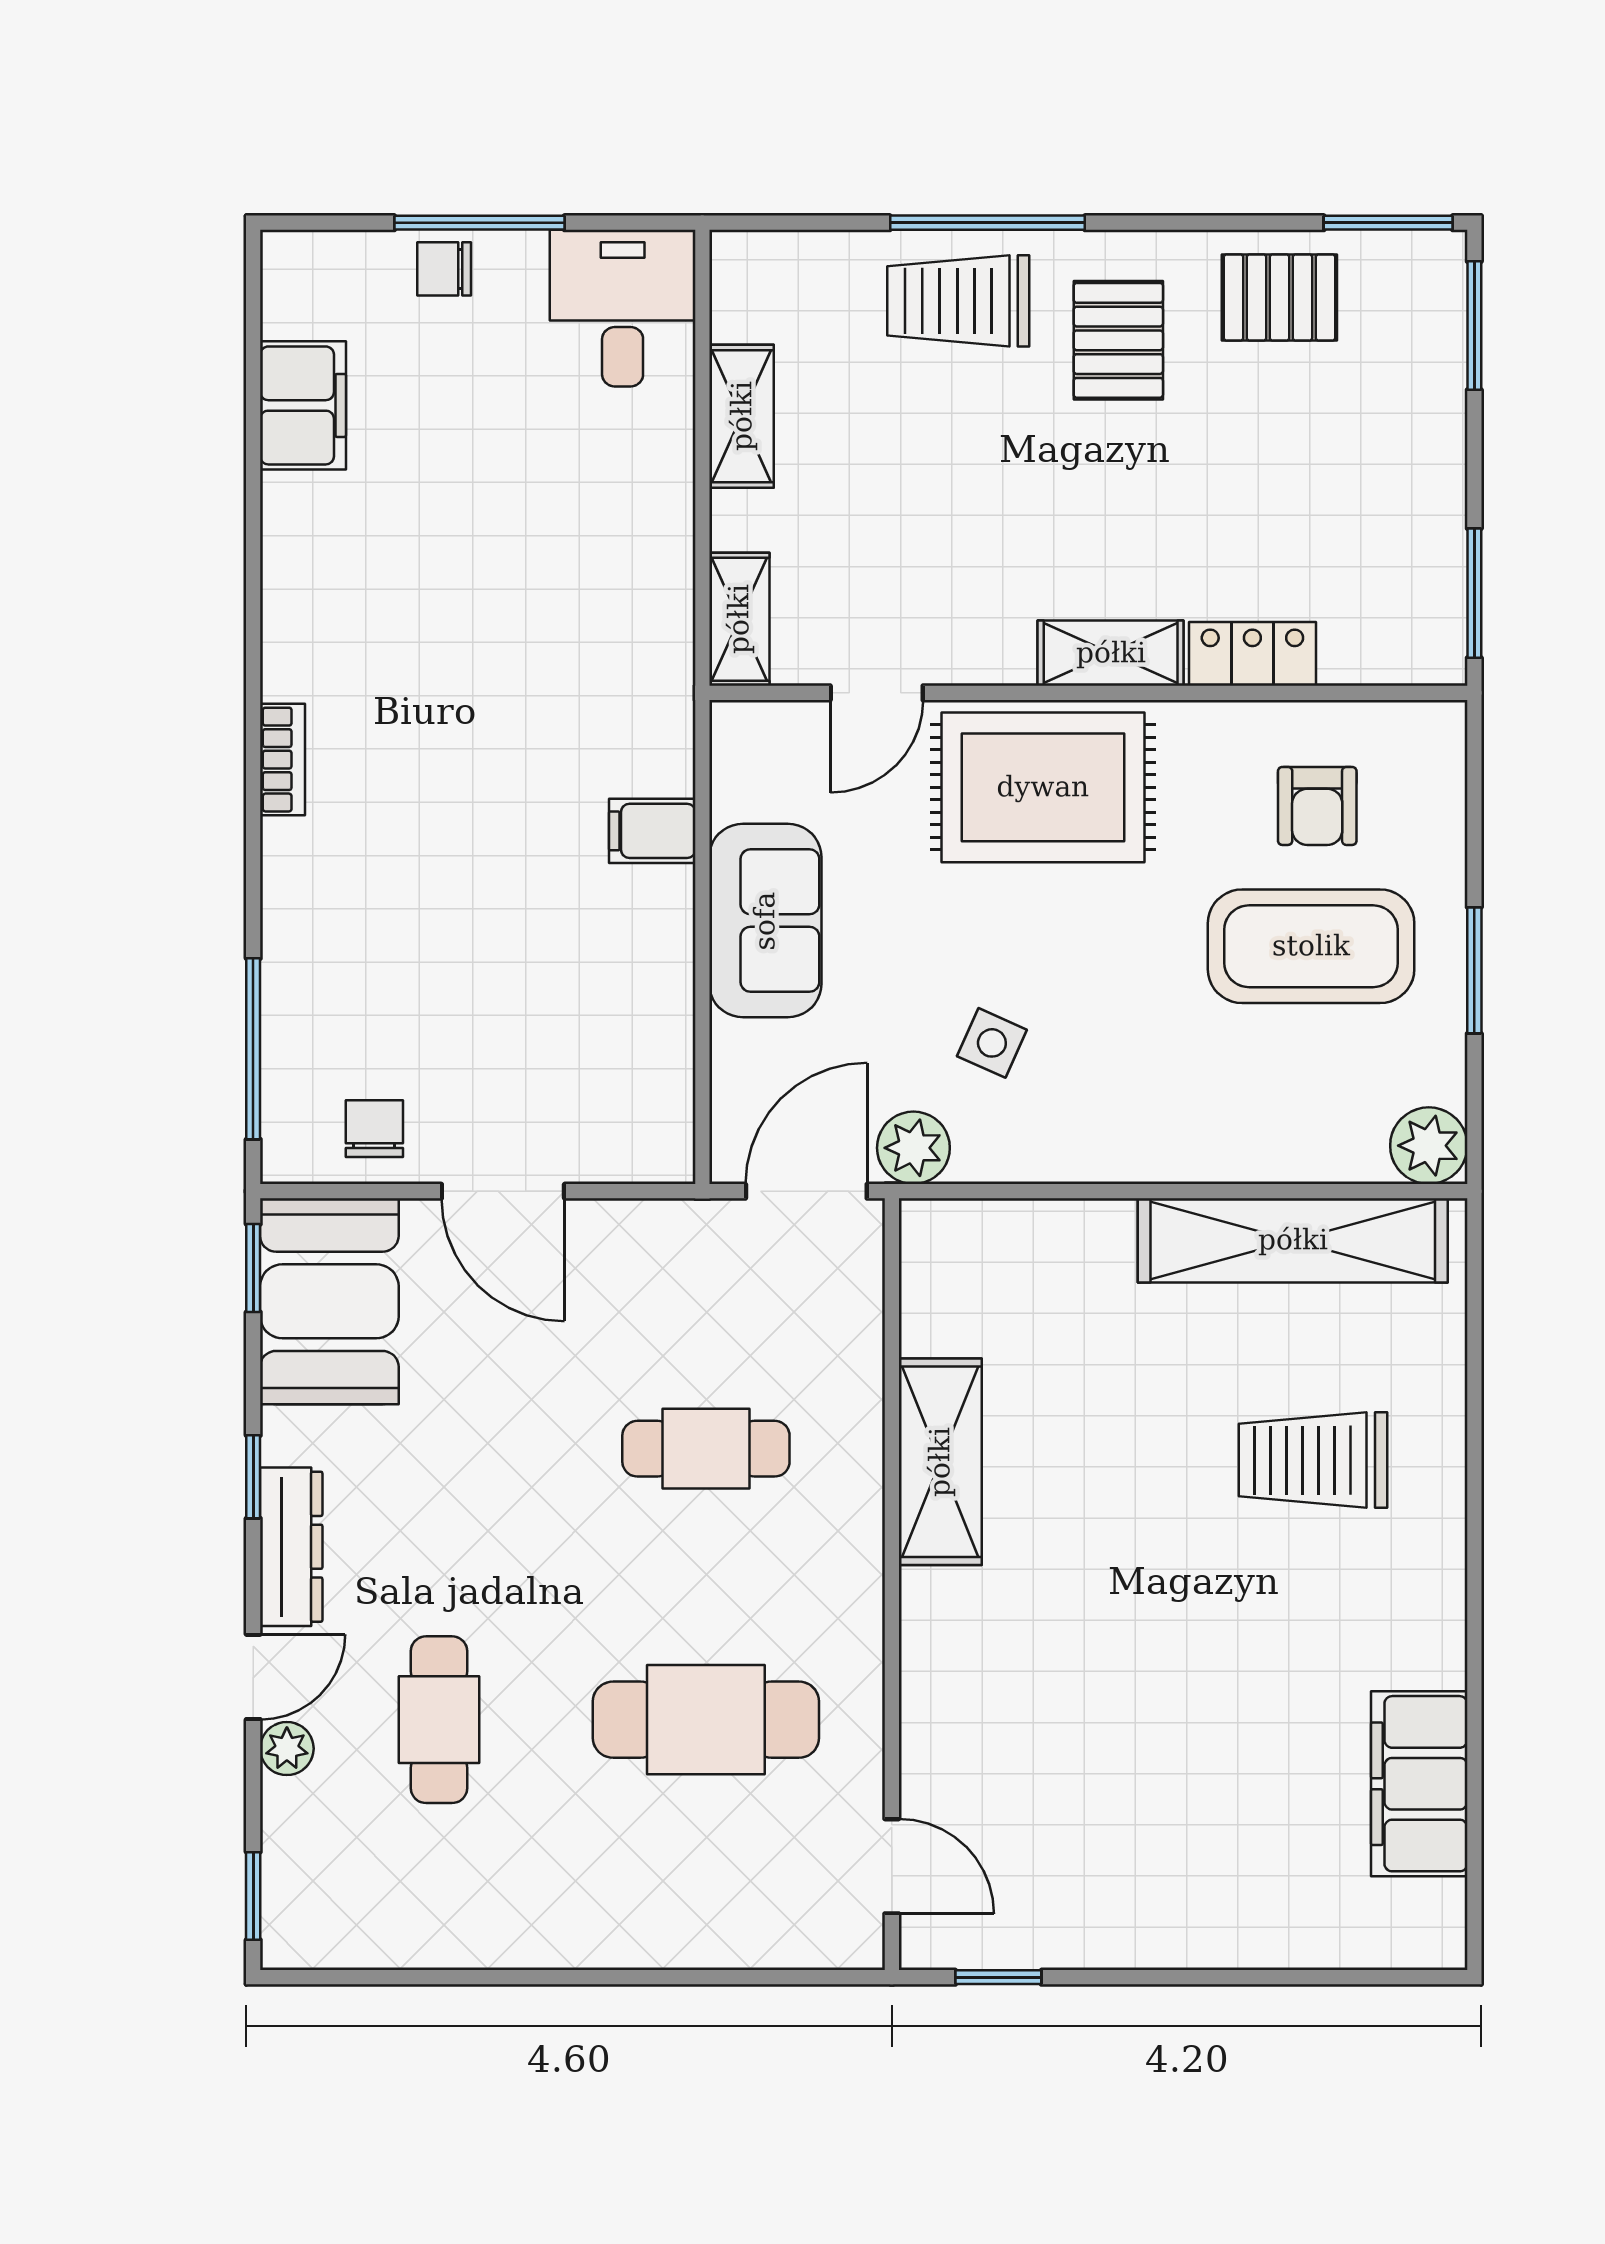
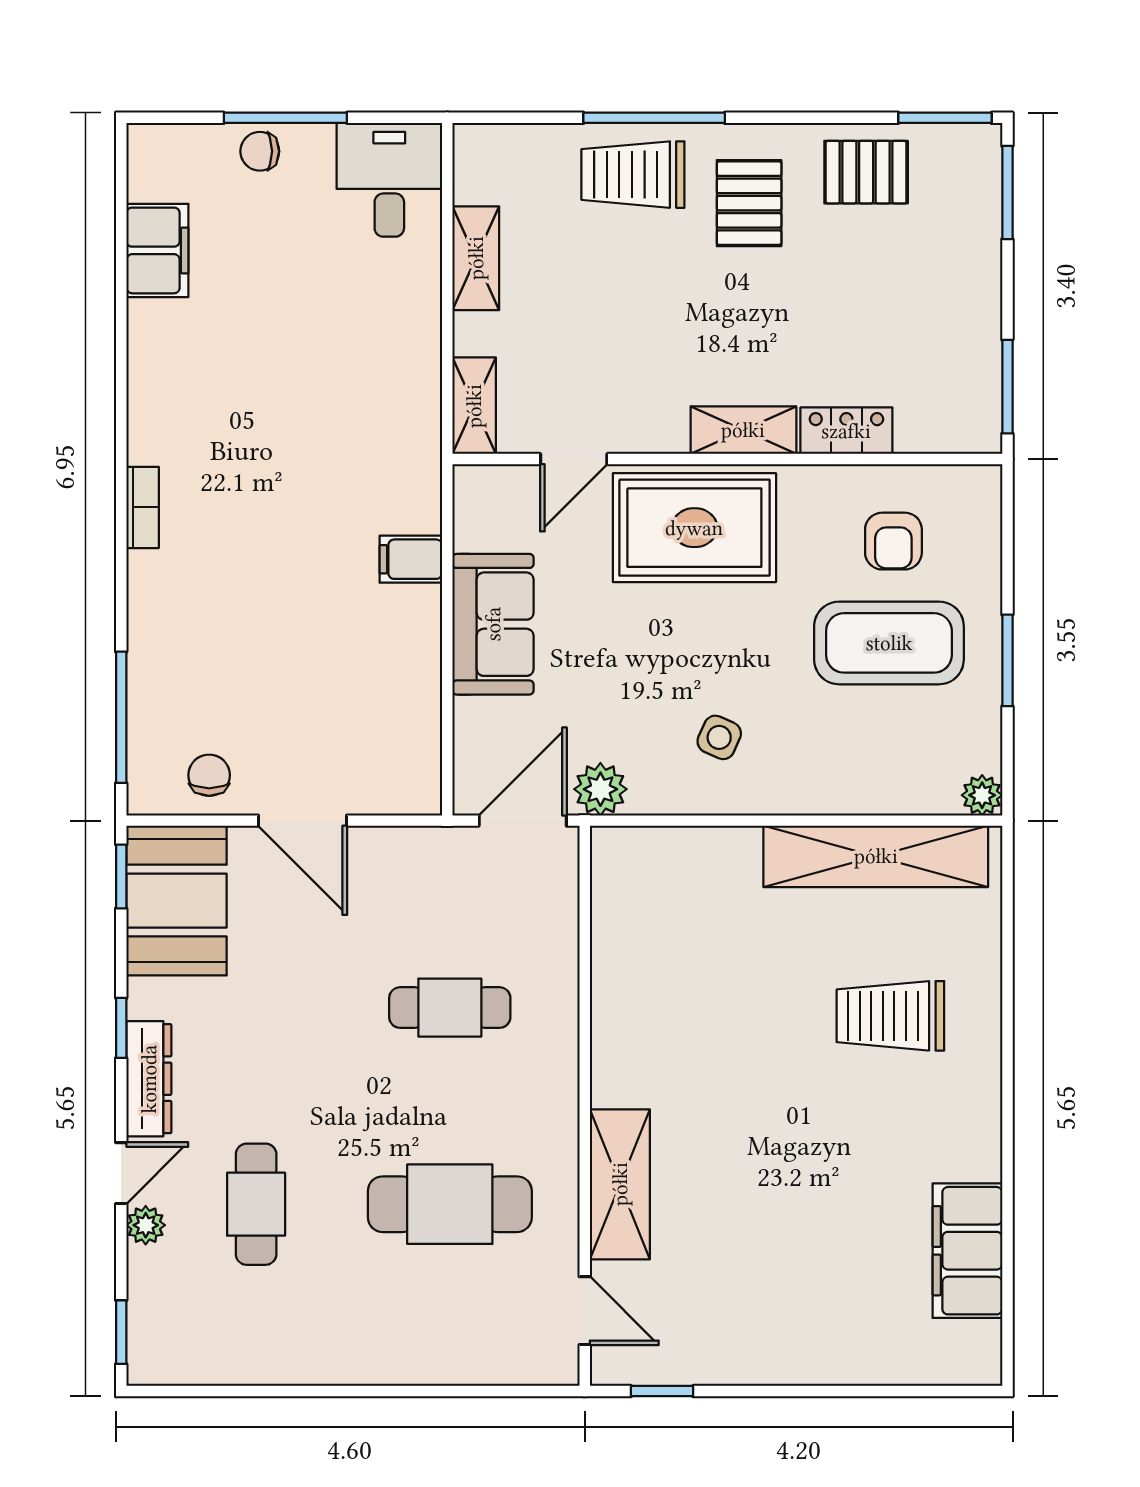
side table: (992, 1043) -> (719, 737), moved
plant: (1429, 1146) -> (982, 795), width x0.73, depth x0.73
shelving: (940, 1462) -> (620, 1184), moved

